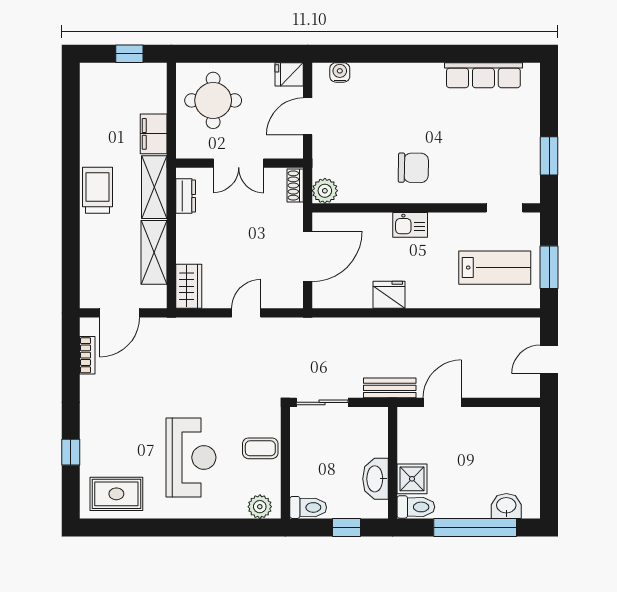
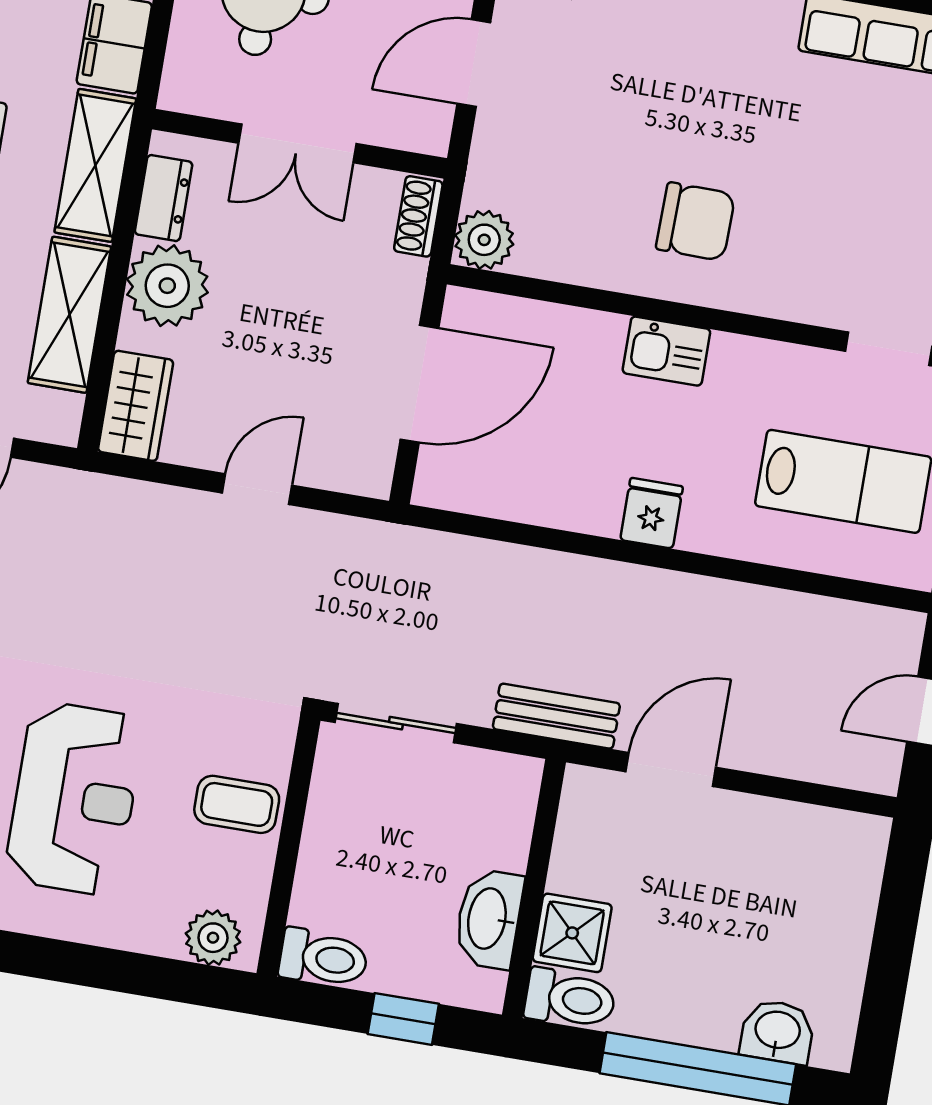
plant: (194, 233) -> (167, 286), added
fridge: (389, 295) -> (652, 513), moved, width x0.72

